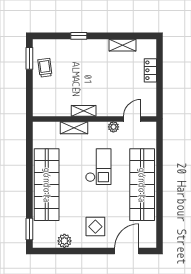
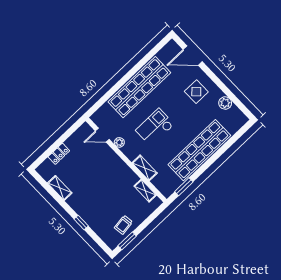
shelving: (84, 111) -> (145, 191), moved
window: (29, 229) -> (184, 187), moved

